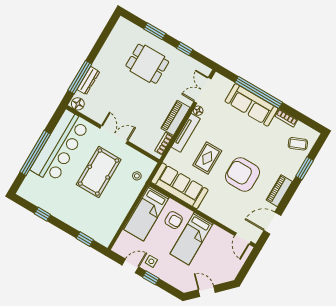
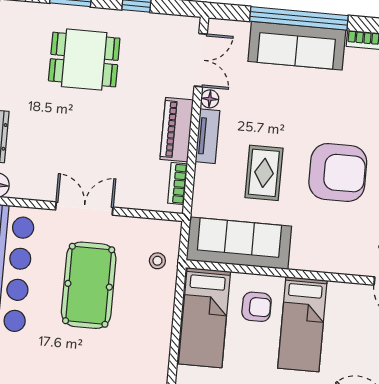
double door: (203, 90) -> (201, 60), swing flipped
tv unit: (186, 133) -> (208, 136), width x0.71
armchair: (242, 174) -> (338, 172), turned 180

